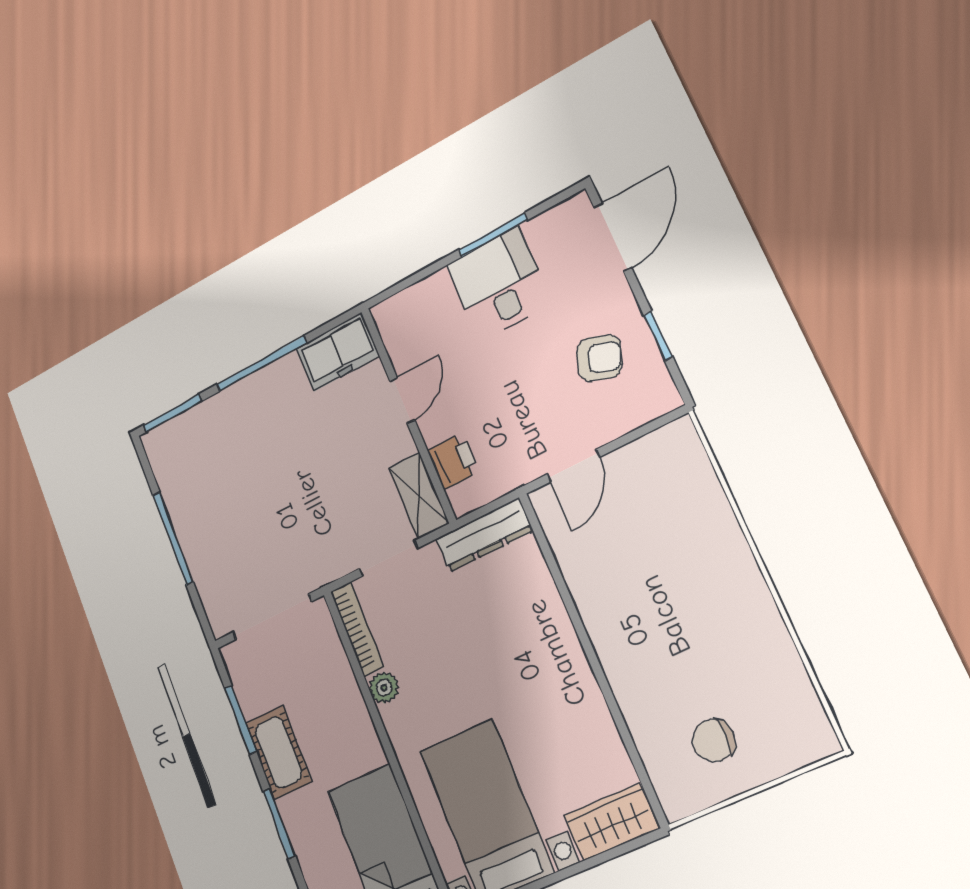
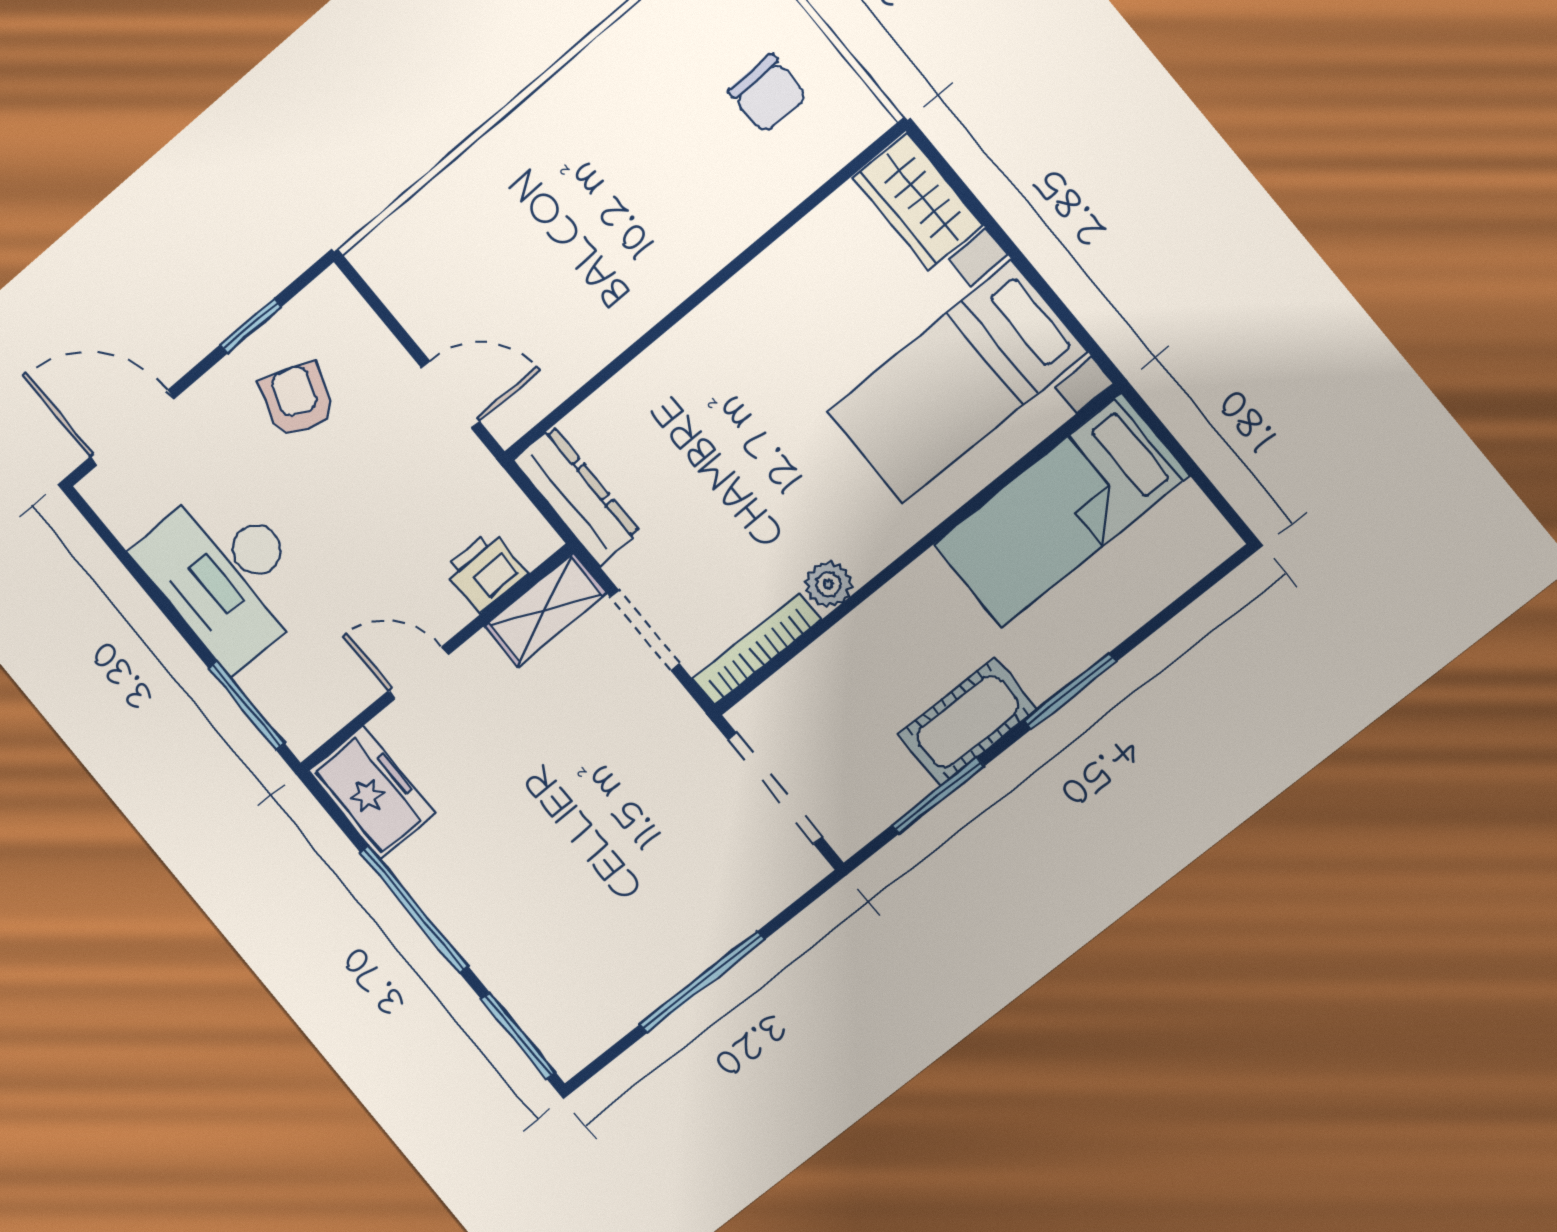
window: (493, 235) -> (247, 706), moved
desk: (499, 284) -> (227, 575), width x1.37

